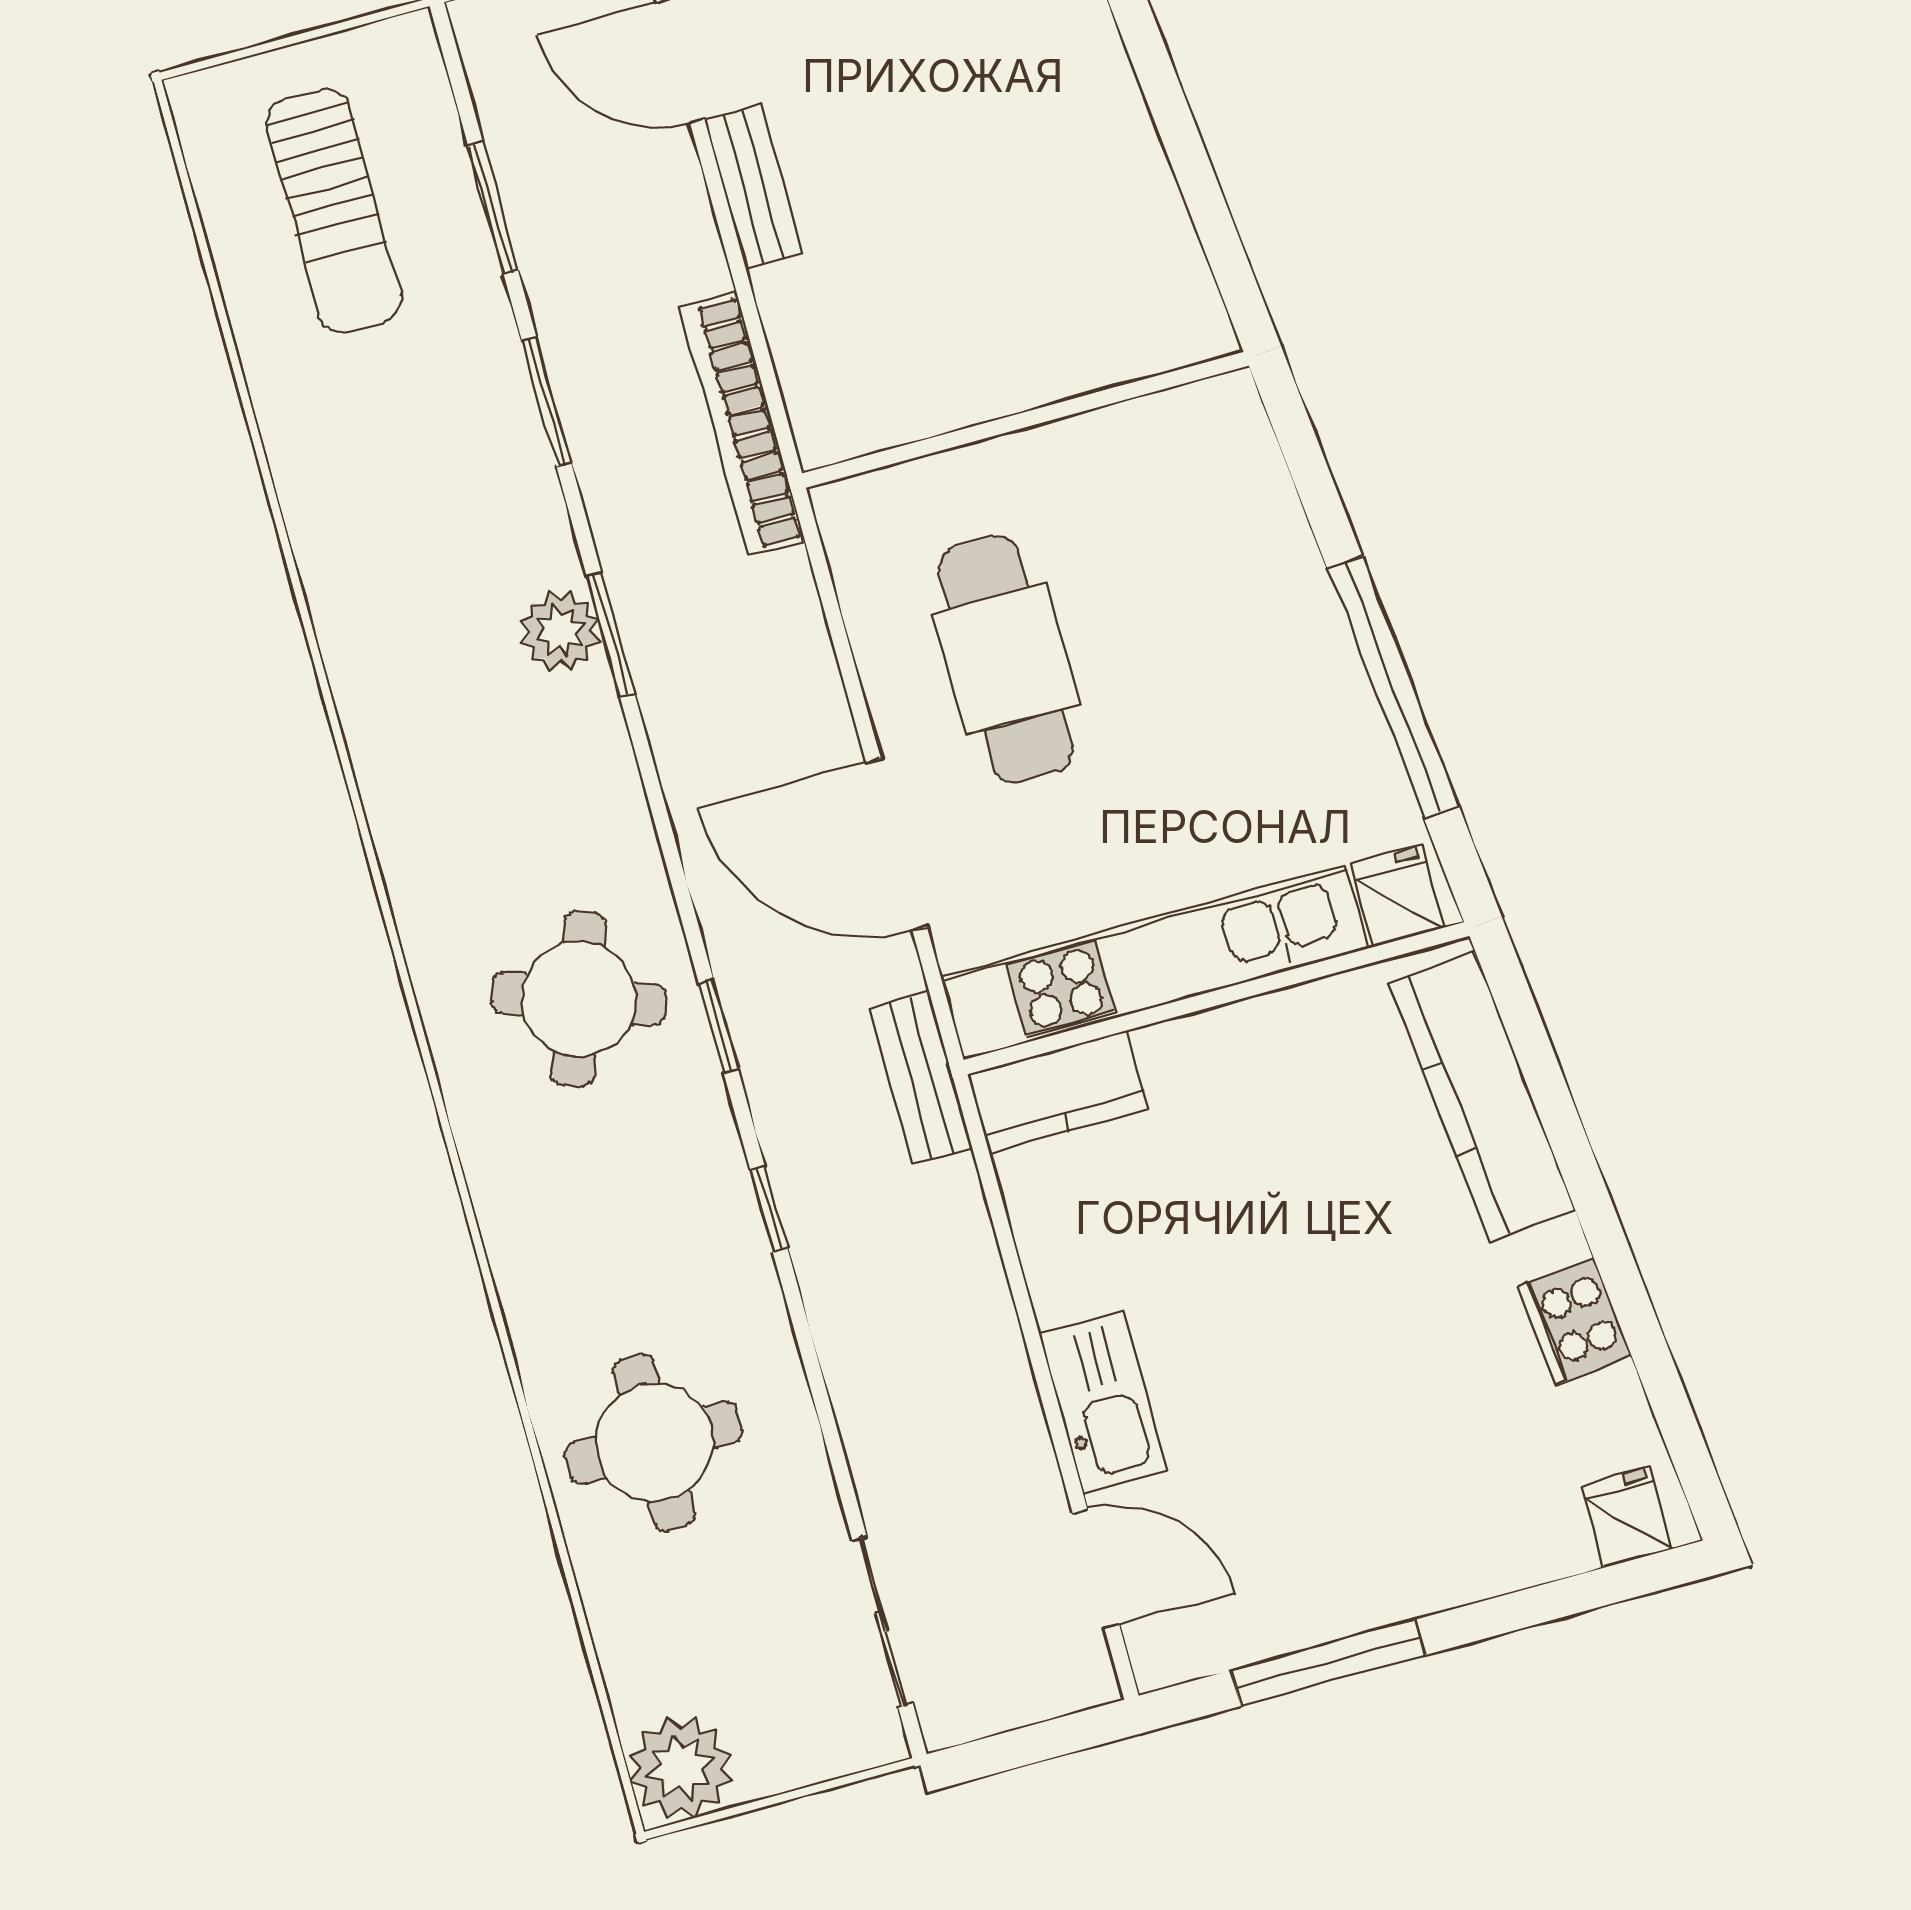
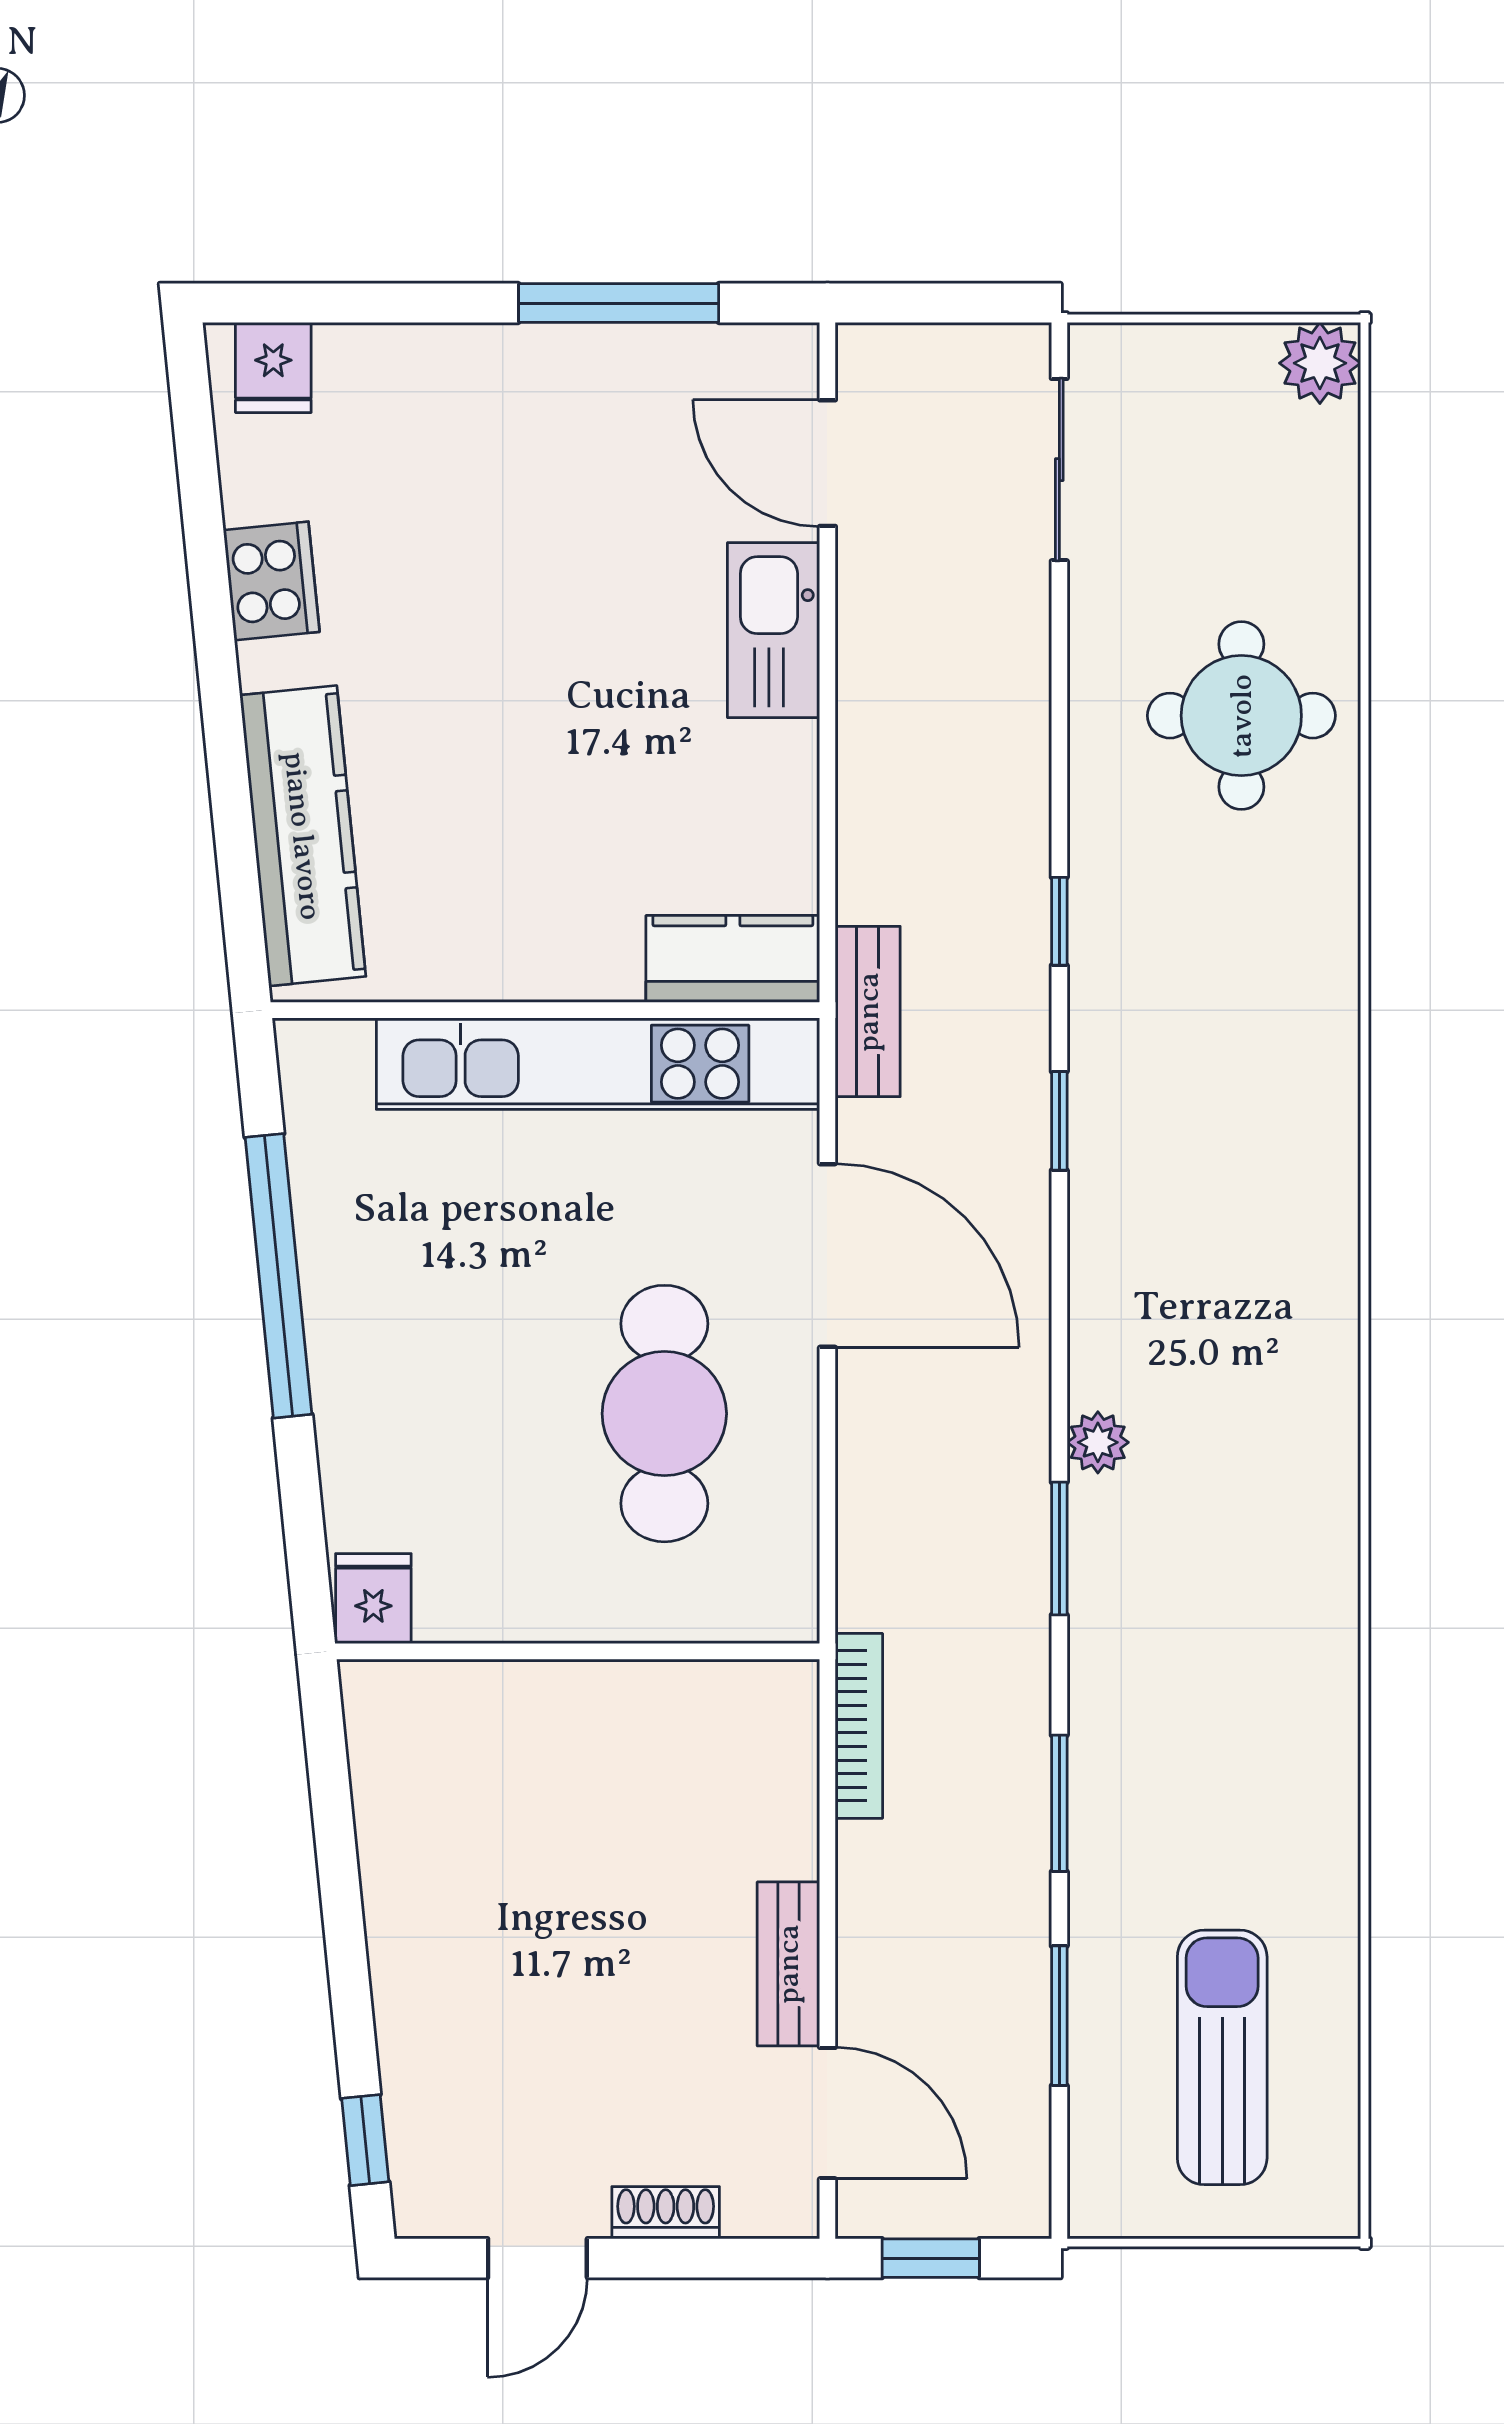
bookcase: (743, 424) -> (859, 1726), width x0.68, depth x0.76
plant: (560, 631) -> (1098, 1442), moved, width x0.73, depth x0.73
fridge: (1398, 896) -> (373, 1599), moved, turned 180
round table: (579, 999) -> (1193, 1188), removed
plant: (681, 1767) -> (1320, 363), width x0.73, depth x0.73

